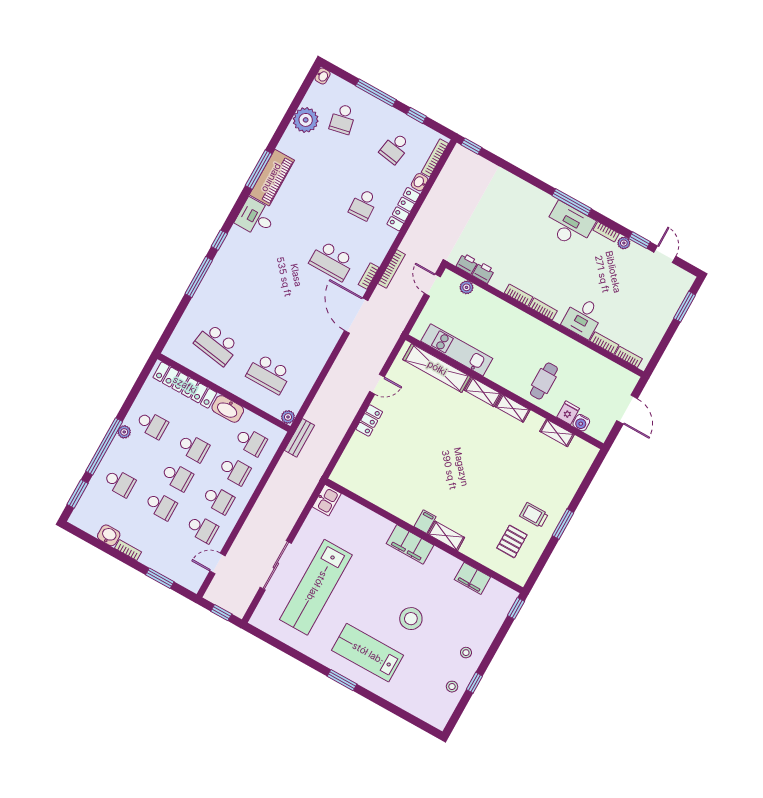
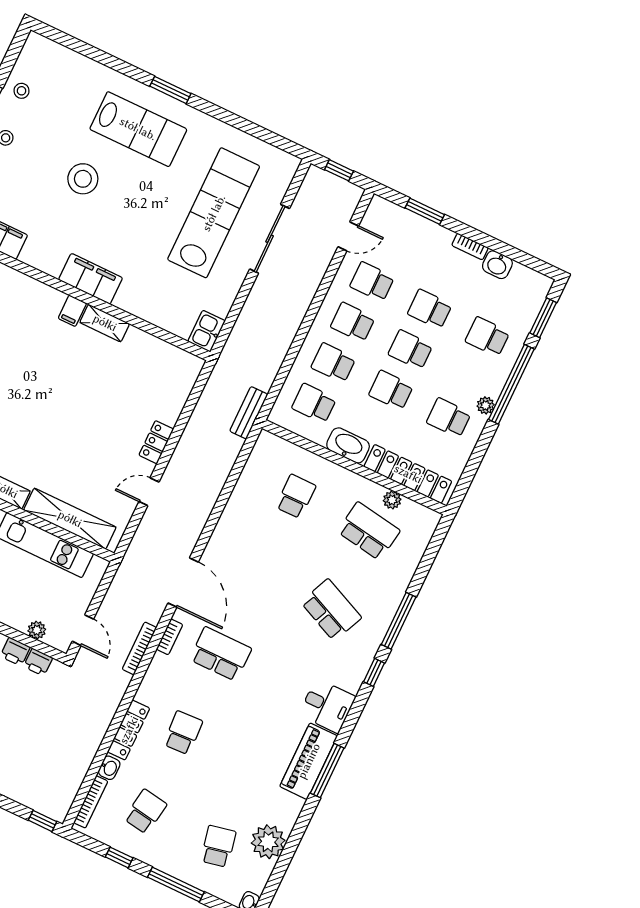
school desk: (248, 288) -> (331, 610), added
school desk: (269, 374) -> (296, 496), width x0.54
plant: (288, 417) -> (392, 500), moved
shelving: (446, 536) -> (105, 323), moved

